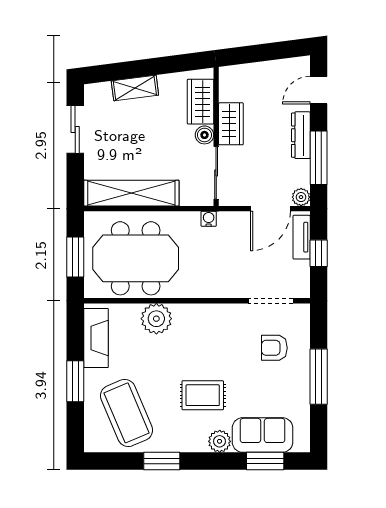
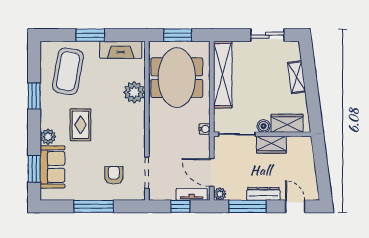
coffee table: (127, 413) -> (68, 71), turned -57

